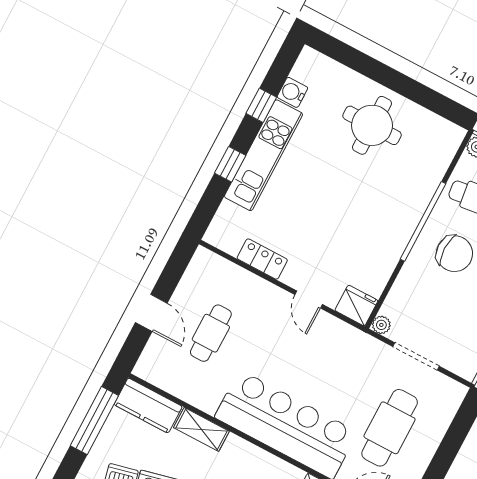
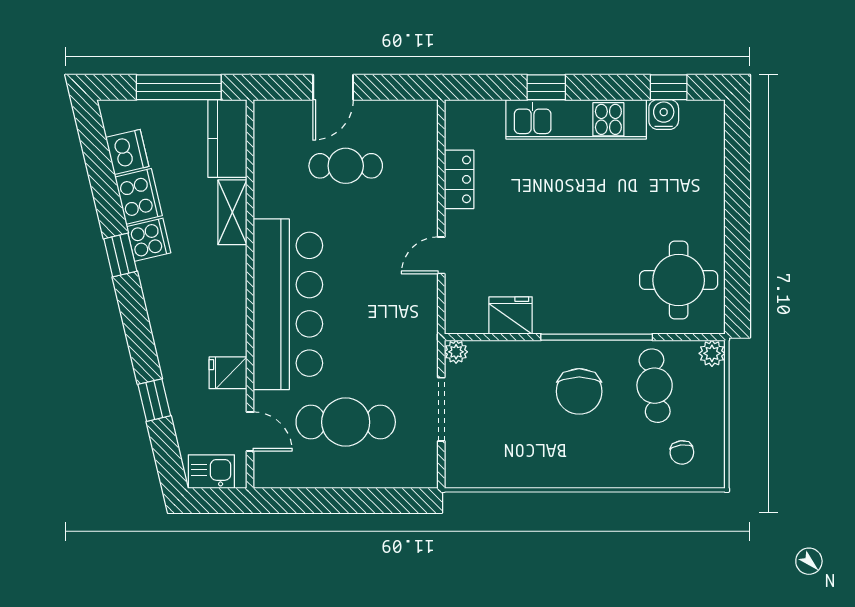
window: (261, 105) -> (669, 87), moved
round table: (372, 125) -> (679, 280), moved
fridge: (356, 305) -> (511, 315), moved, turned -90

